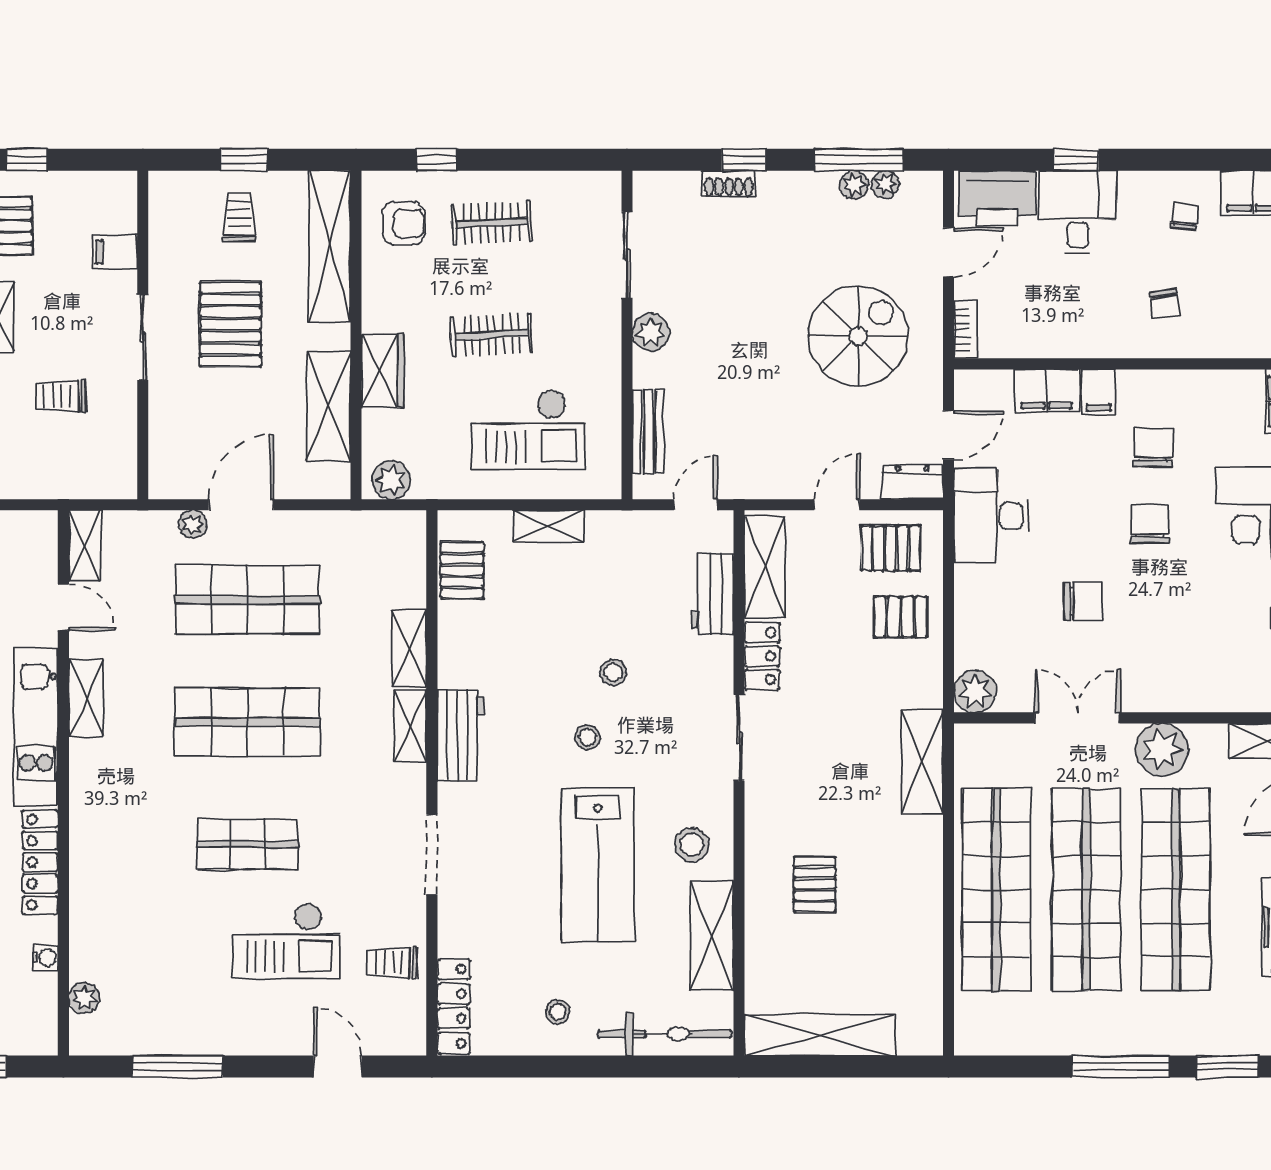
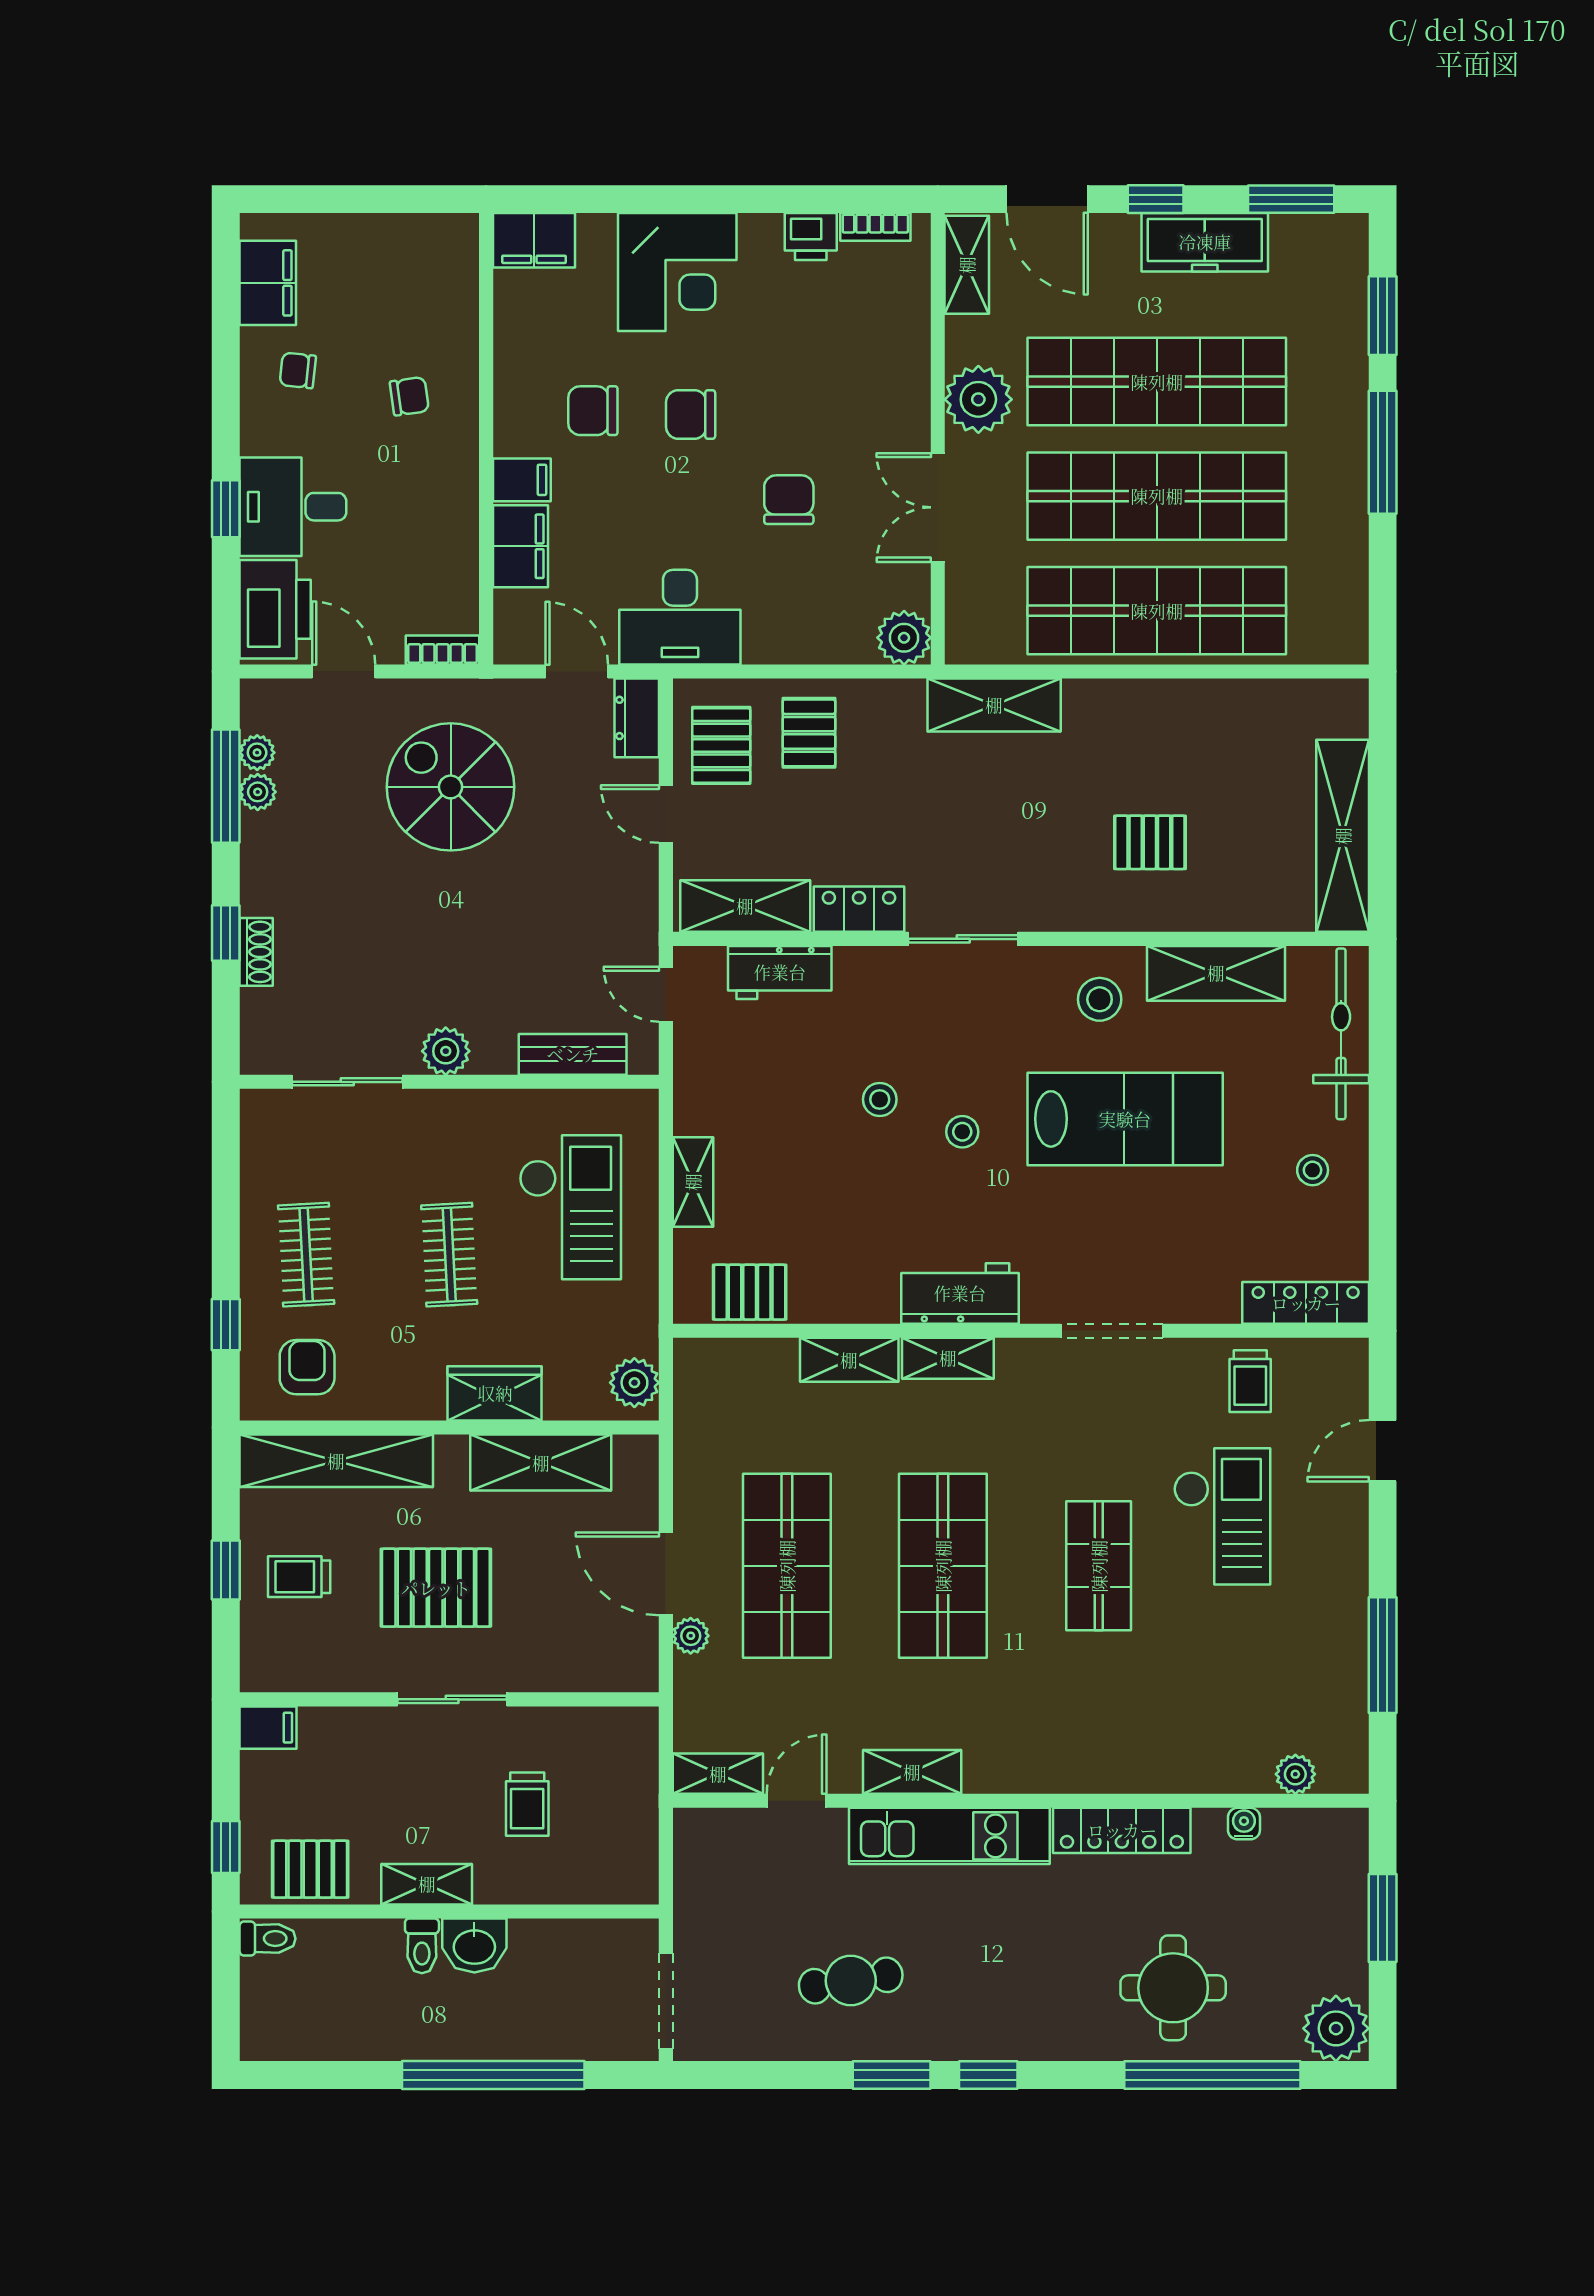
filing cabinet: (115, 252) -> (268, 1728), moved, turned -90

